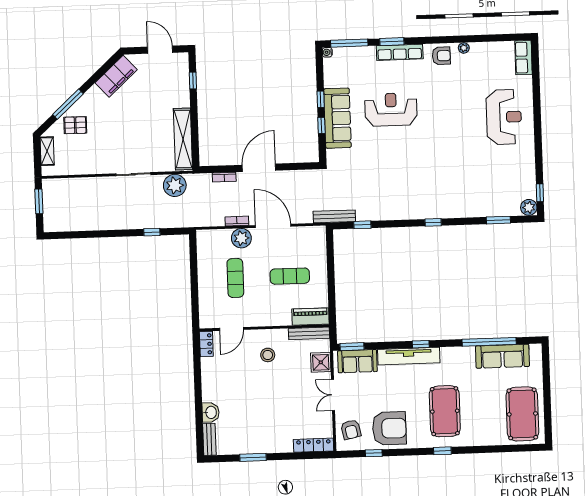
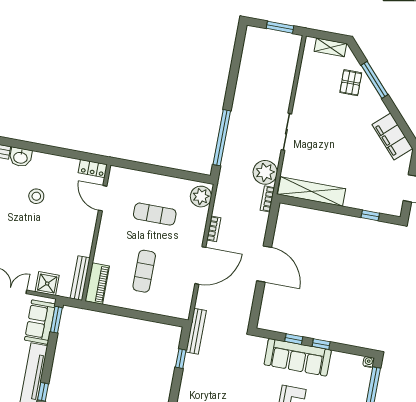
bookcase: (224, 177) -> (267, 199), moved
window: (152, 232) -> (222, 138), width x3.17
plant: (241, 238) -> (201, 197), moved
stool: (268, 355) -> (36, 196), moved

